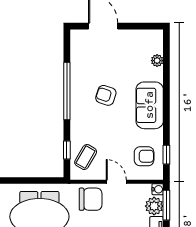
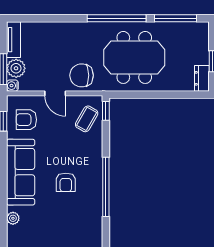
armchair: (106, 95) -> (66, 182), turned 72
sofa: (150, 105) -> (21, 172), width x1.36
window: (67, 150) -> (106, 111), moved

